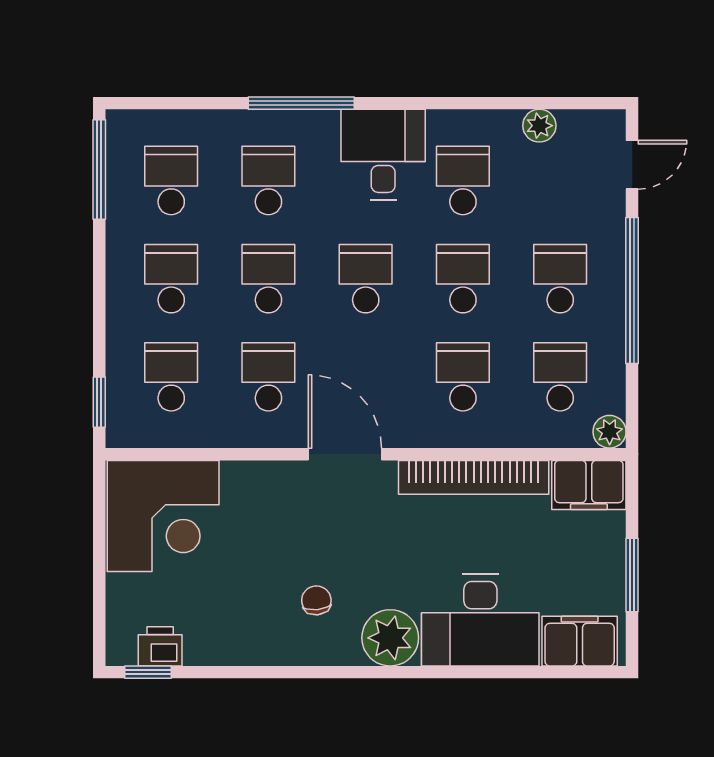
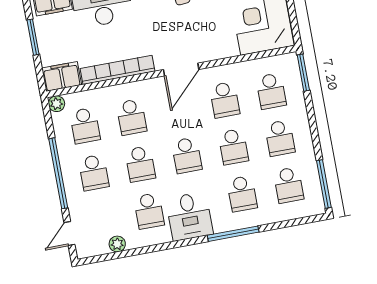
window: (99, 402) -> (303, 73), width x1.50
door: (345, 454) -> (181, 70), hinge flipped

